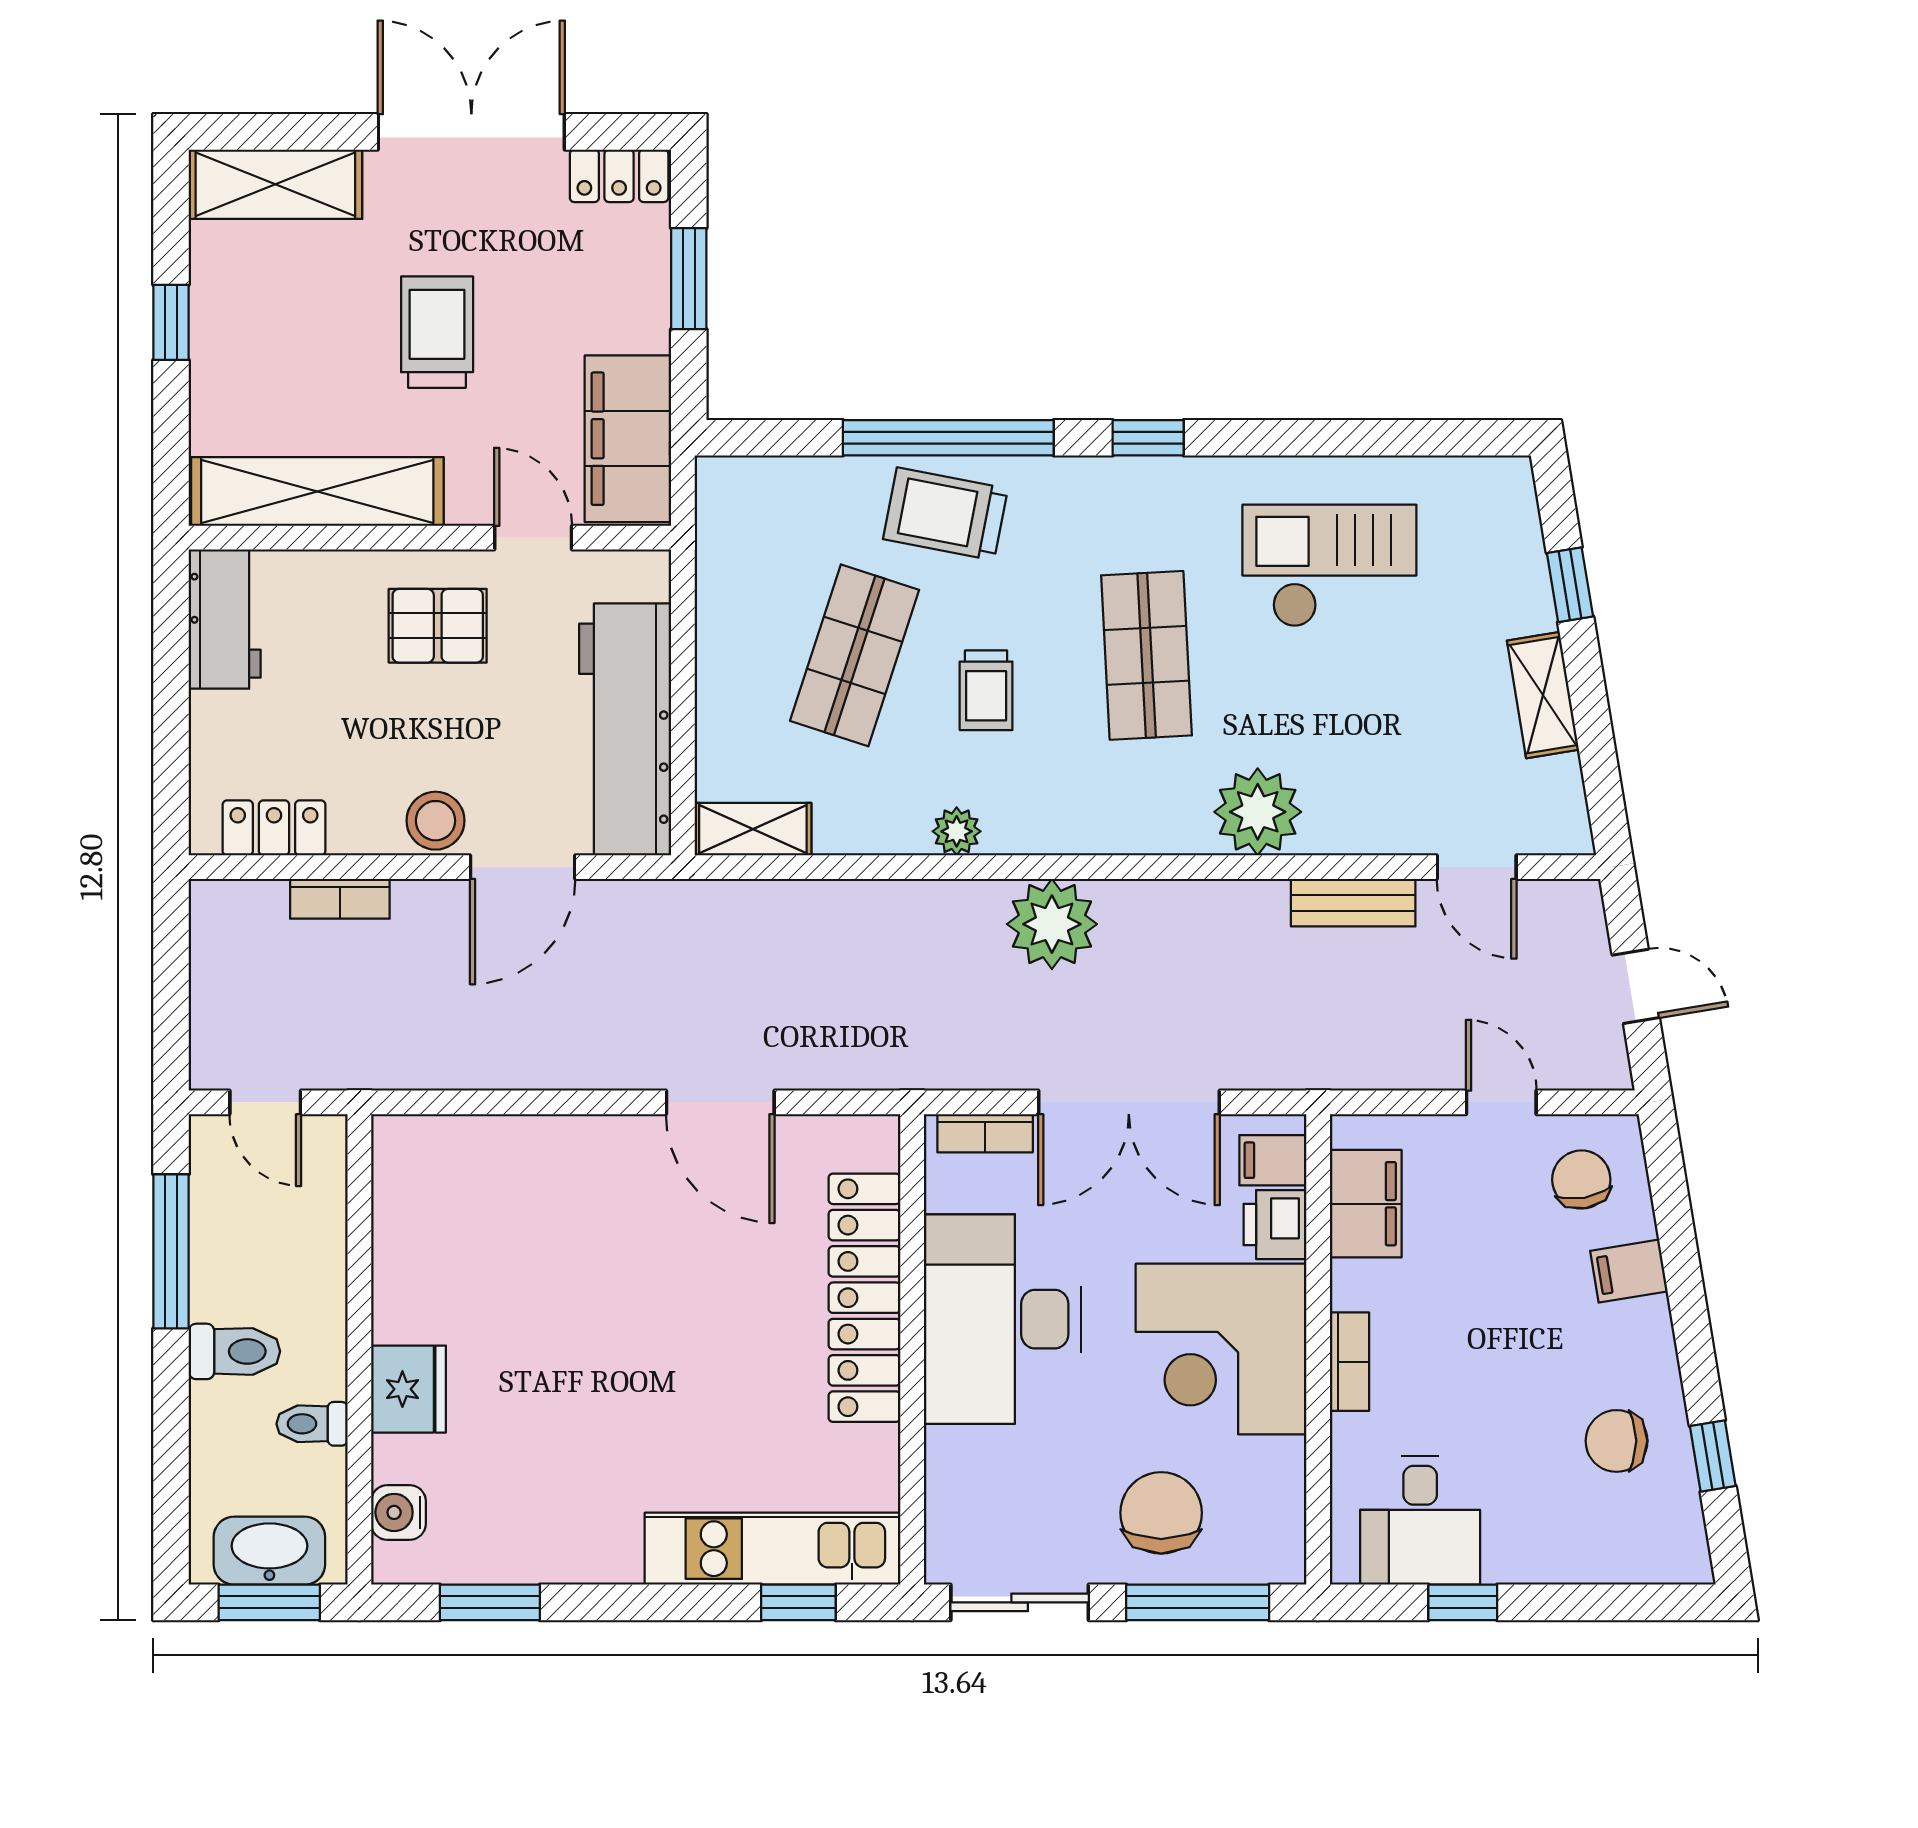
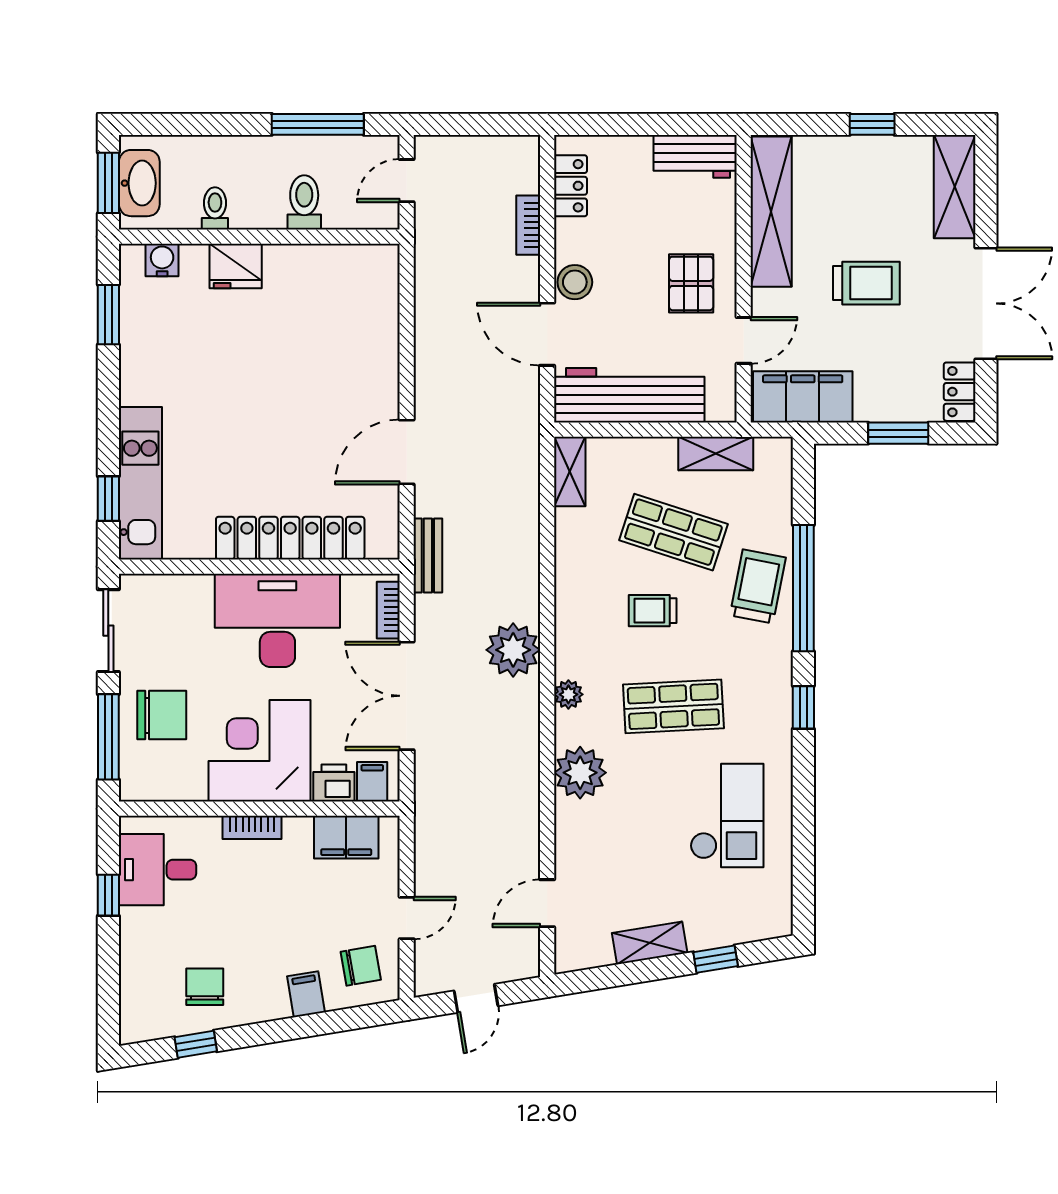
shelving: (723, 584) -> (716, 454), added
plant: (957, 831) -> (568, 694), moved
bench: (1353, 903) -> (428, 556), moved
toilet: (234, 1351) -> (304, 202), moved, turned 180

